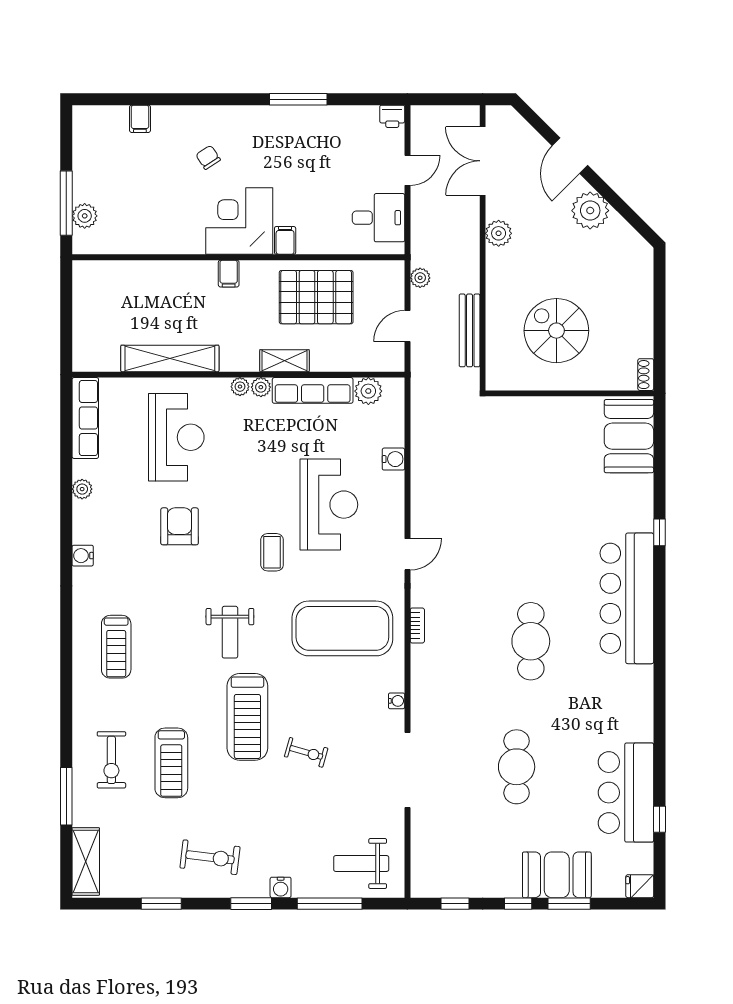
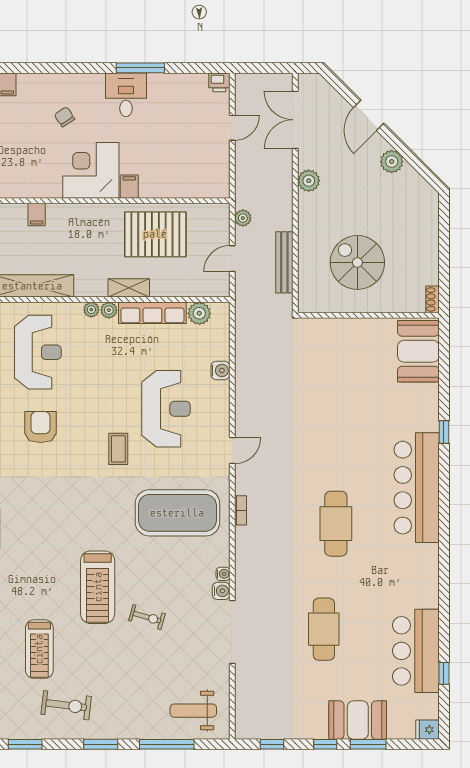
plant: (590, 211) -> (392, 162), width x0.73, depth x0.73
desk: (378, 218) -> (126, 95), moved, turned -90
filing cabinet: (229, 274) -> (37, 215), moved
weight bench: (230, 632) -> (83, 516), removed
treadmill: (171, 763) -> (39, 649), moved
water cooler: (281, 887) -> (221, 591), moved, turned -90

